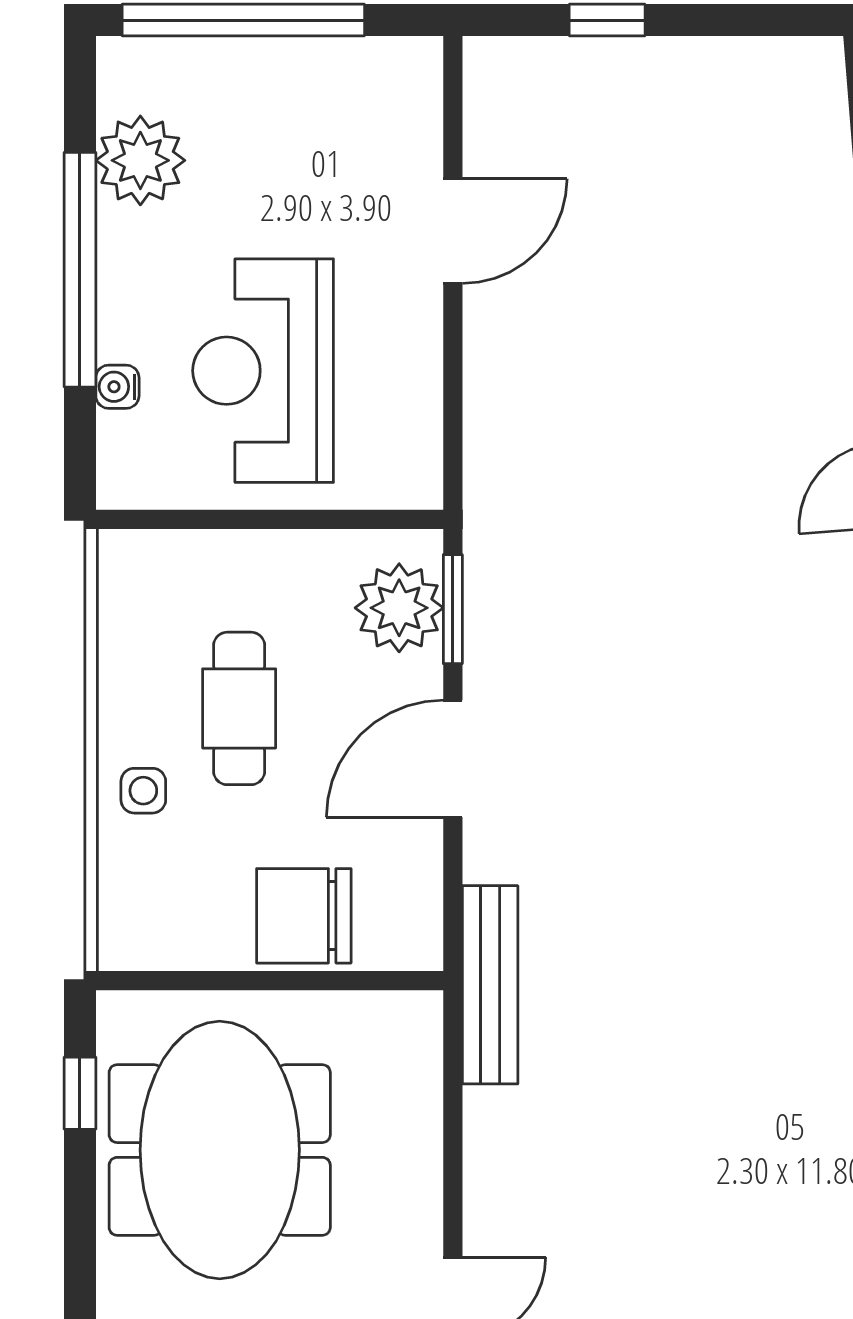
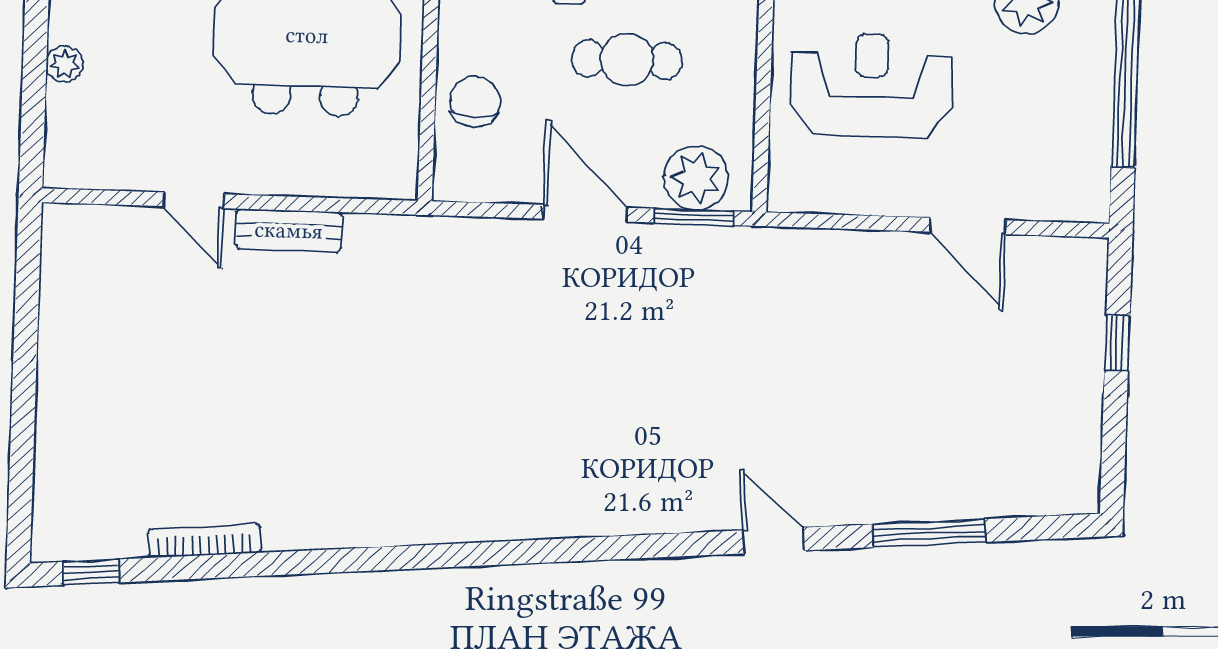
chair: (304, 916) -> (475, 101), width x0.73, depth x0.73
bench: (490, 985) -> (289, 230), moved, width x0.73

